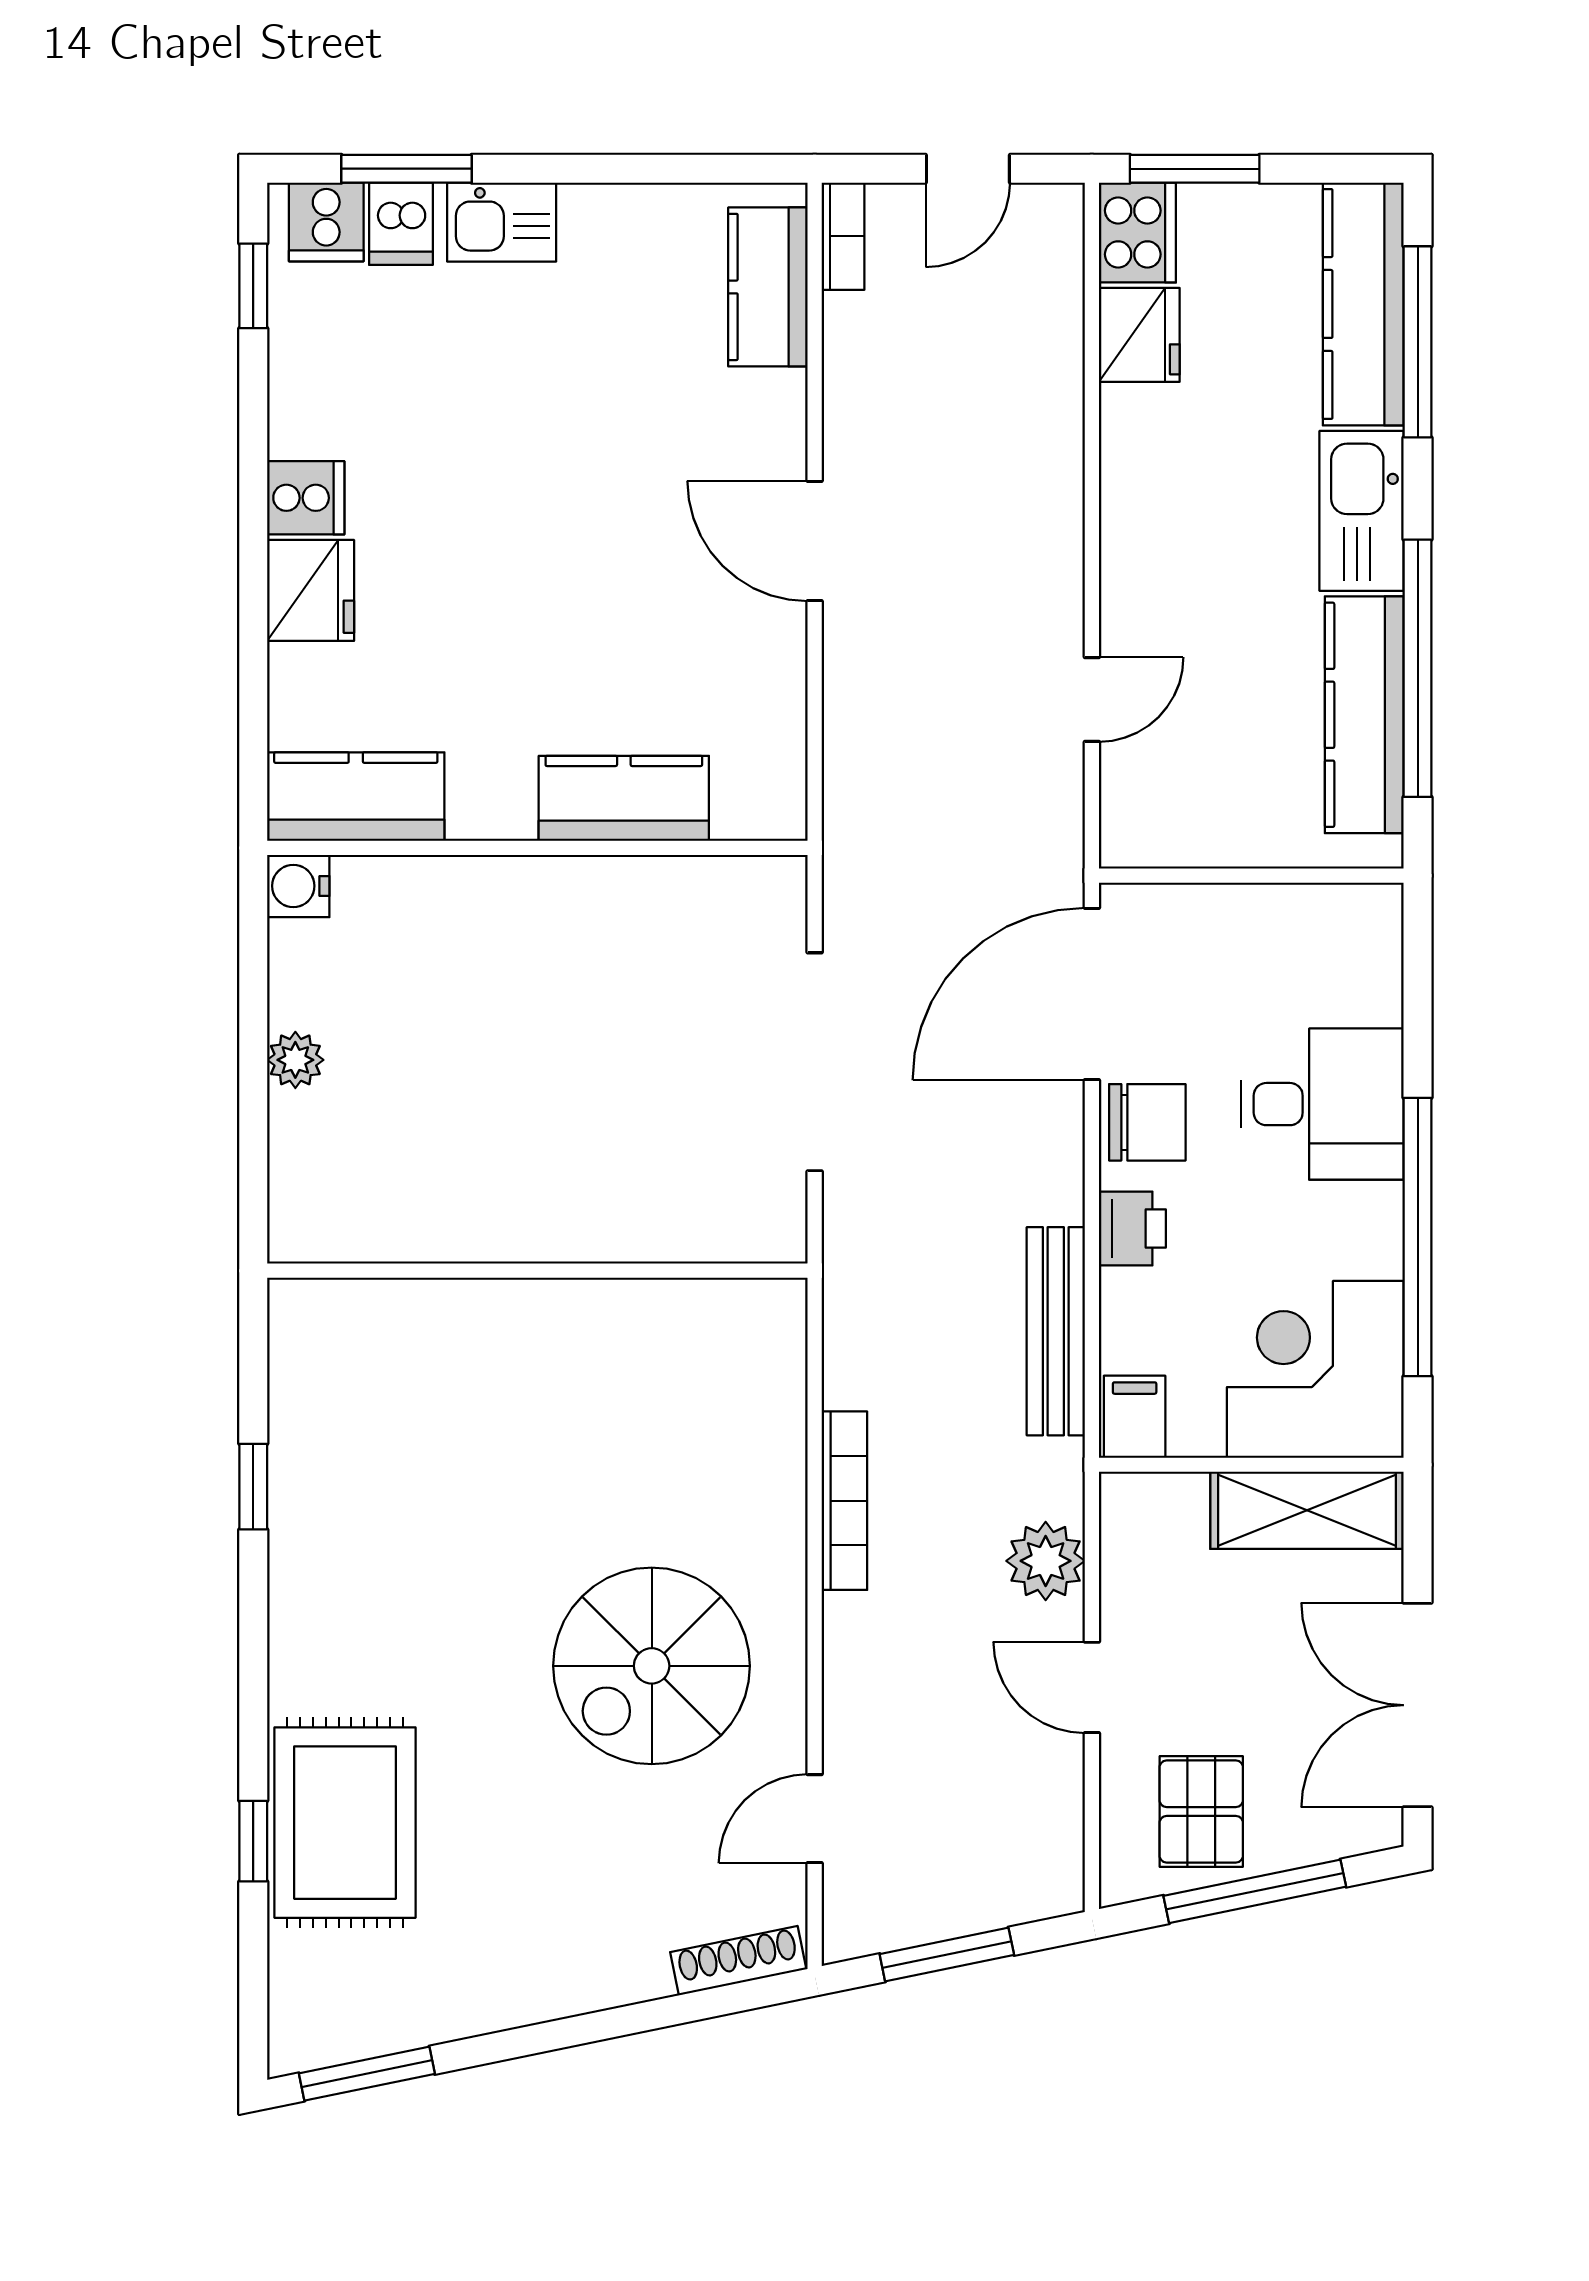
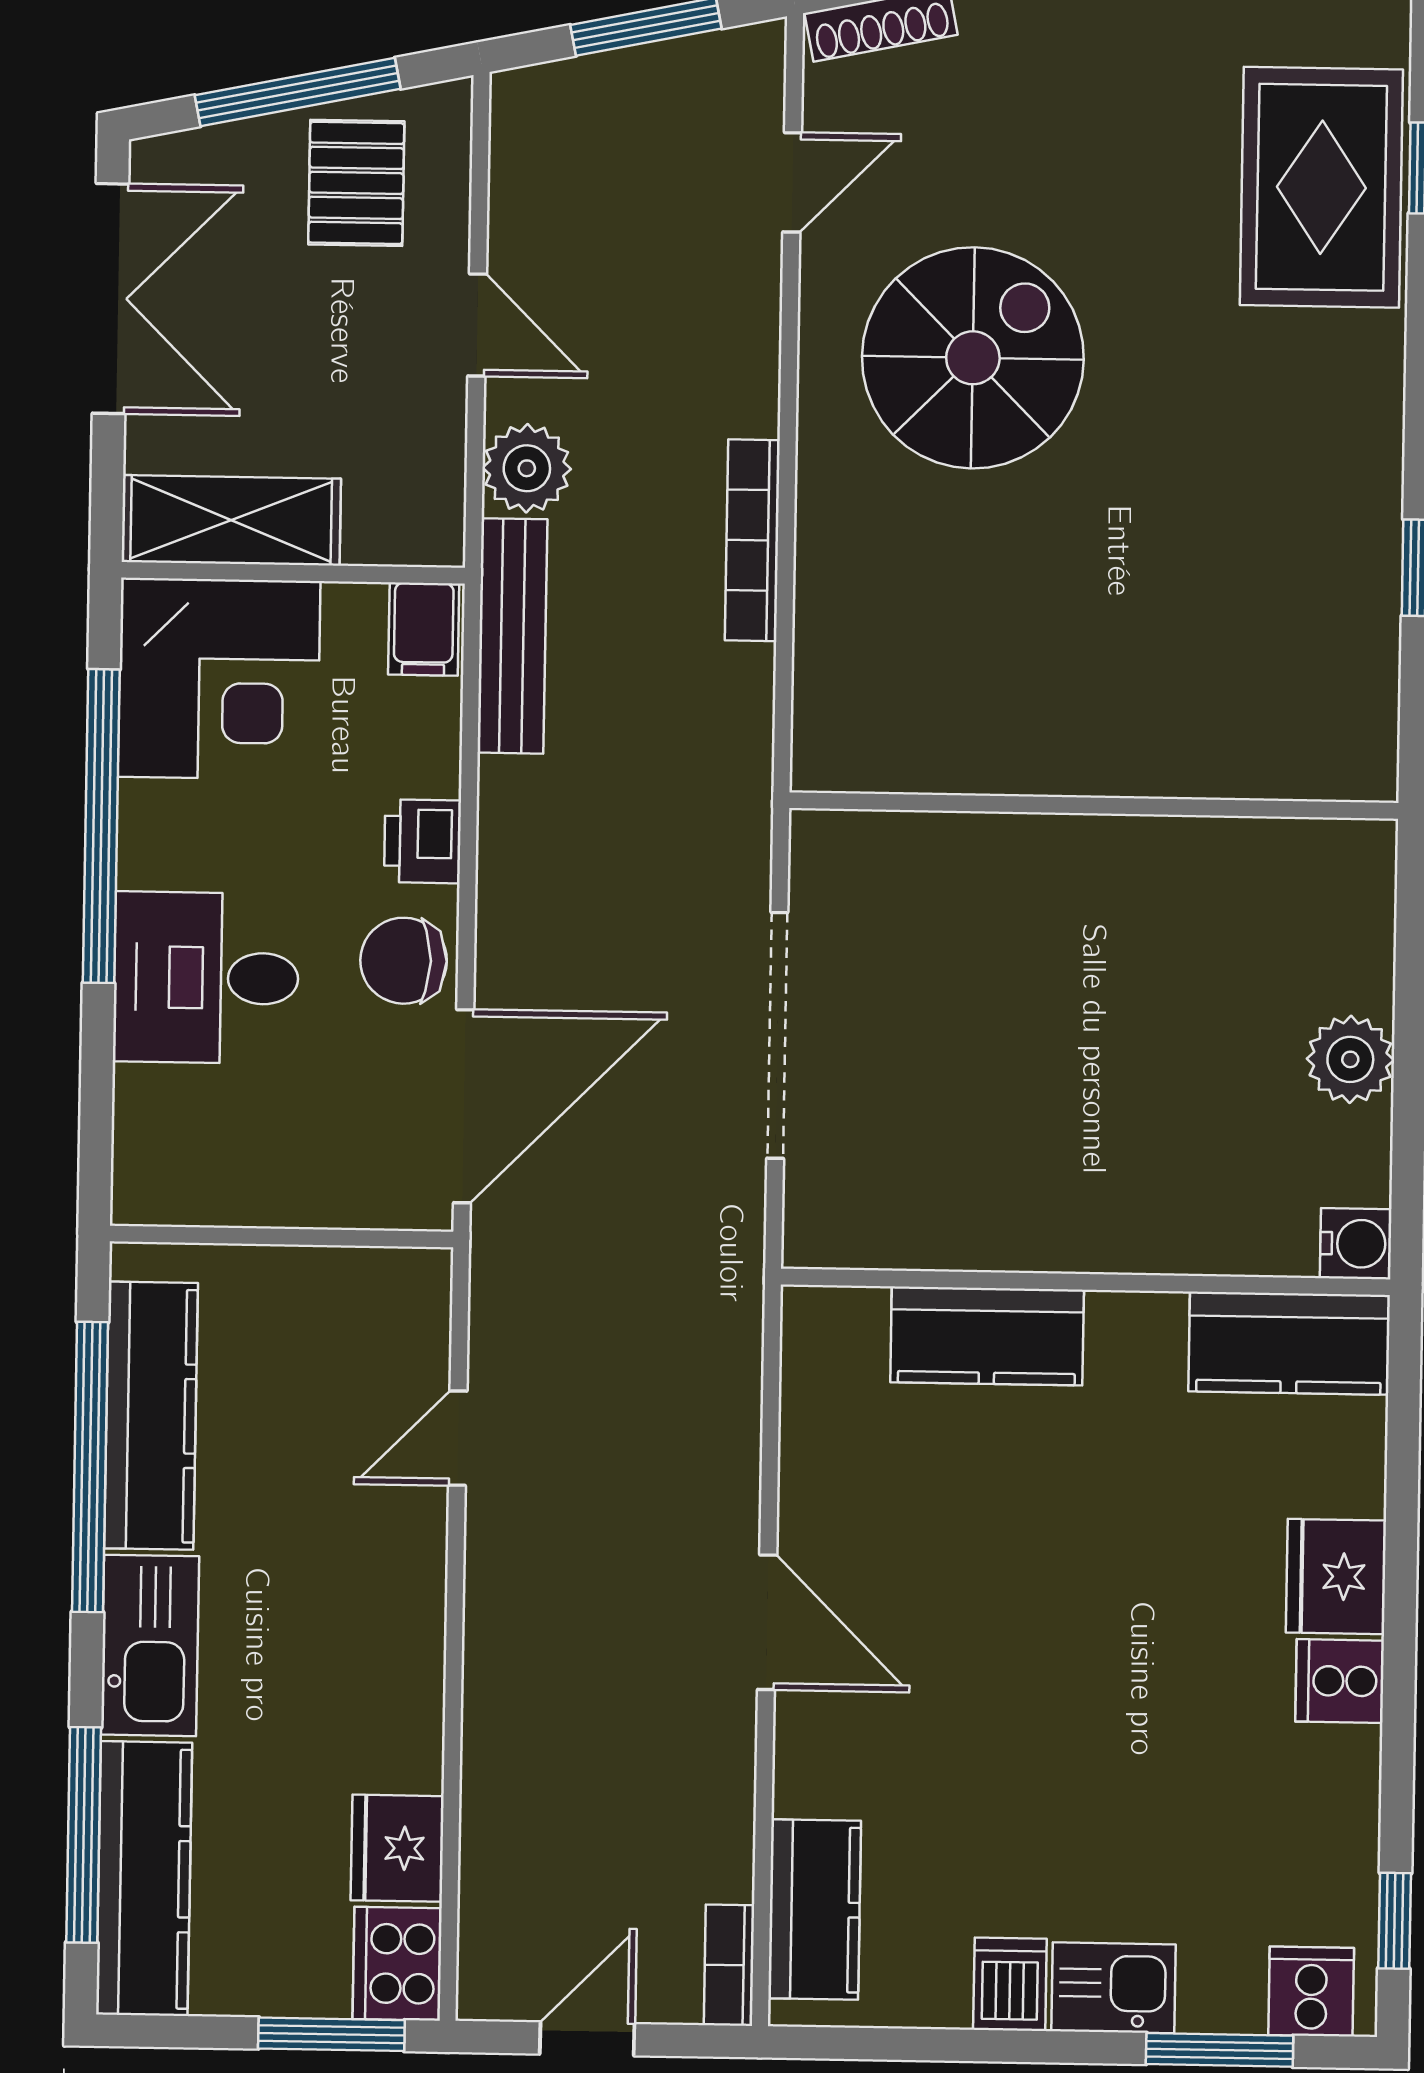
dishwasher: (401, 224) -> (1010, 1984), moved
plant: (295, 1060) -> (1350, 1059), width x1.38, depth x1.38
bench: (1056, 1331) -> (512, 636), moved

